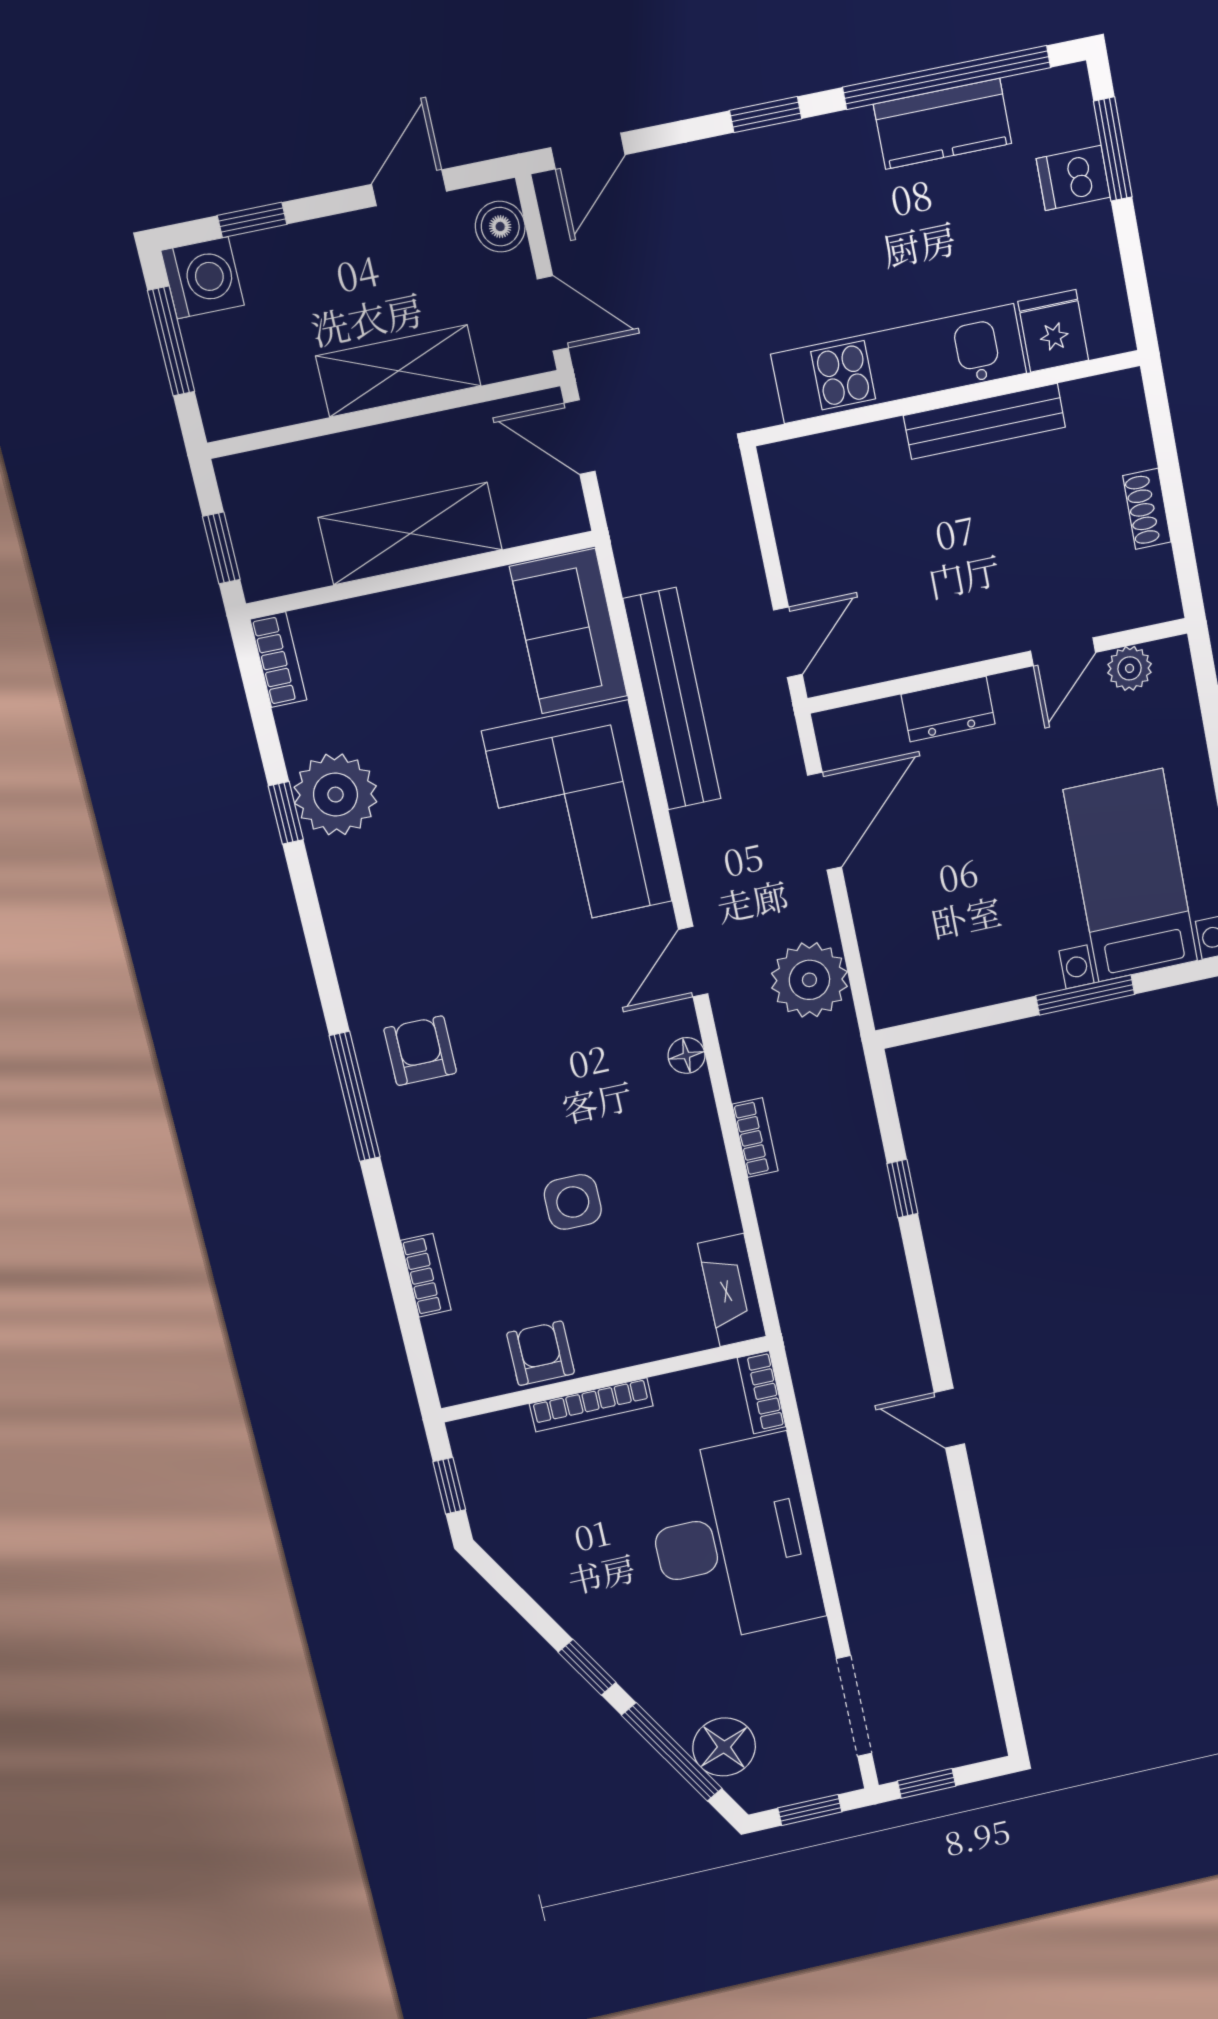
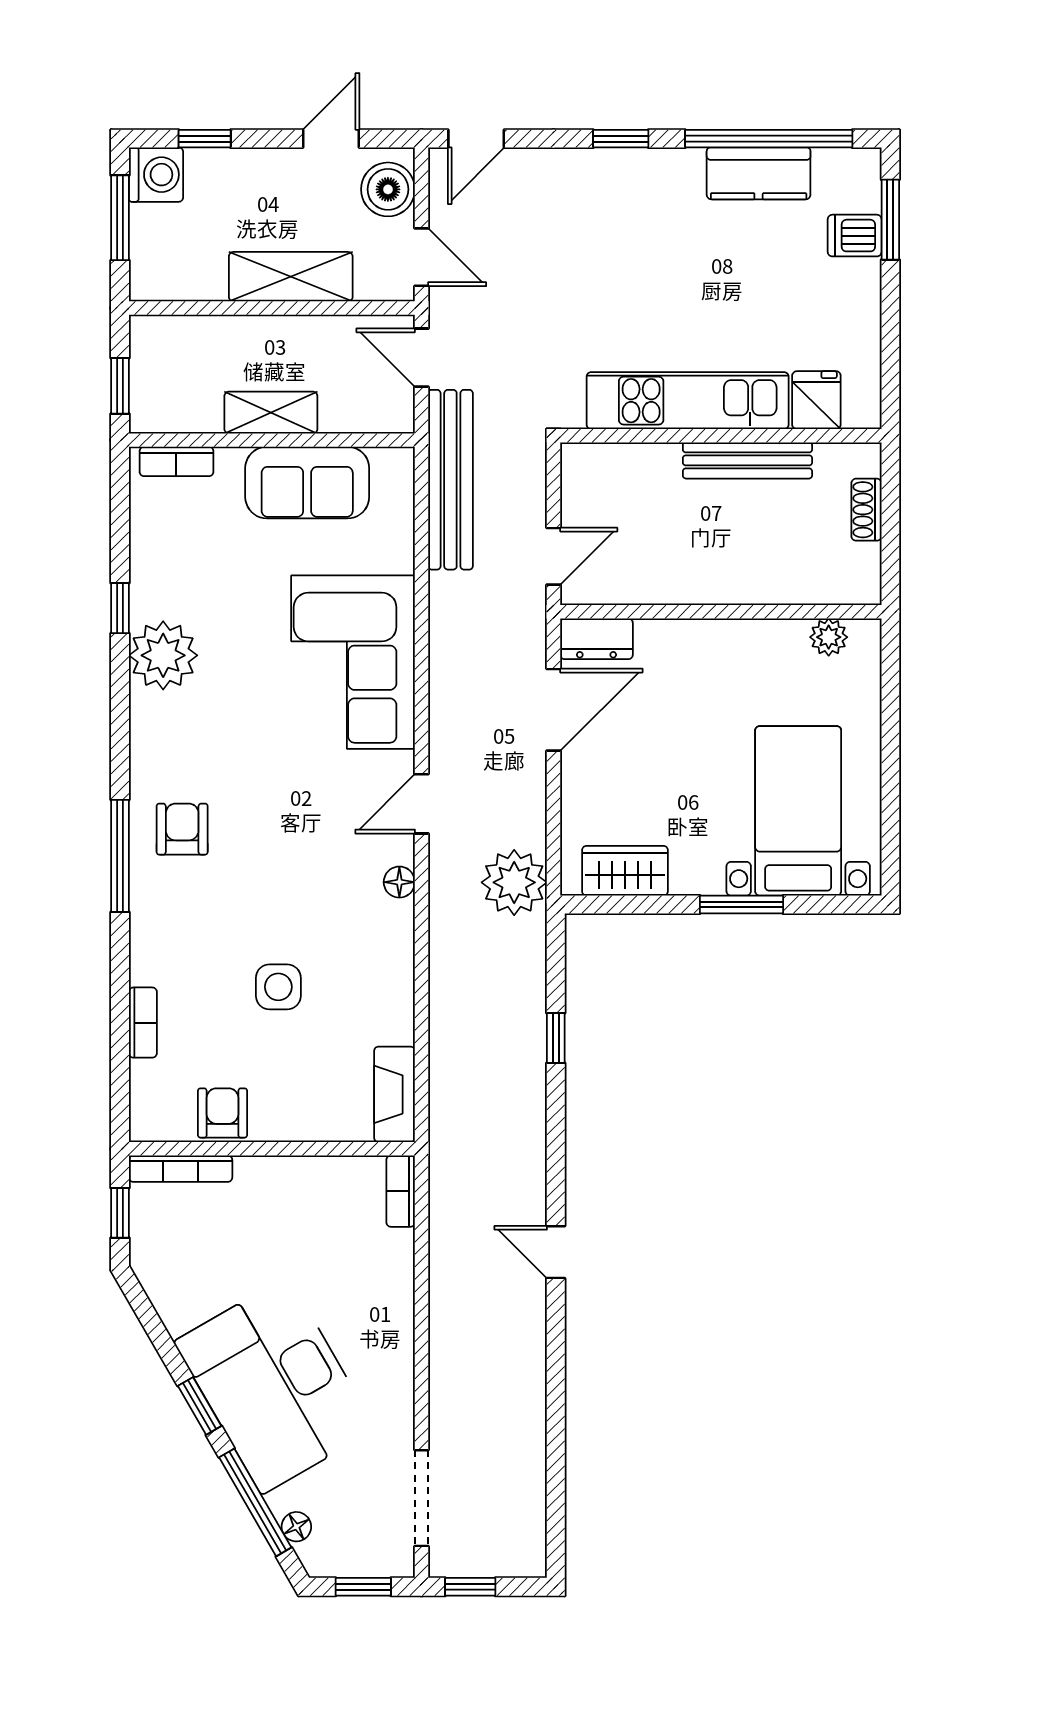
boiler: (500, 227) -> (388, 189), width x1.36, depth x1.36
fridge: (1053, 331) -> (816, 400), moved
kitchen unit: (899, 364) -> (688, 401), moved
wall: (947, 398) -> (721, 436), moved
bench: (984, 421) -> (747, 460), moved
shelving: (410, 534) -> (271, 413), width x0.67, depth x0.75
sofa: (569, 631) -> (307, 483), moved, turned -90
door: (1063, 652) -> (776, 612), removed
bookcase: (278, 660) -> (176, 461), moved, turned 90
bench: (672, 699) -> (450, 480), moved
dresser: (948, 709) -> (596, 639), moved
plant: (336, 795) -> (163, 655), moved
plant: (809, 980) -> (514, 882), moved
wardrobe: (944, 986) -> (625, 871), added
bookcase: (755, 1138) -> (441, 966), removed
bookcase: (591, 1405) -> (181, 1169), moved
desk: (733, 1540) -> (275, 1385), moved, turned 150
floor lamp: (724, 1747) -> (296, 1527), width x0.53, depth x0.53

